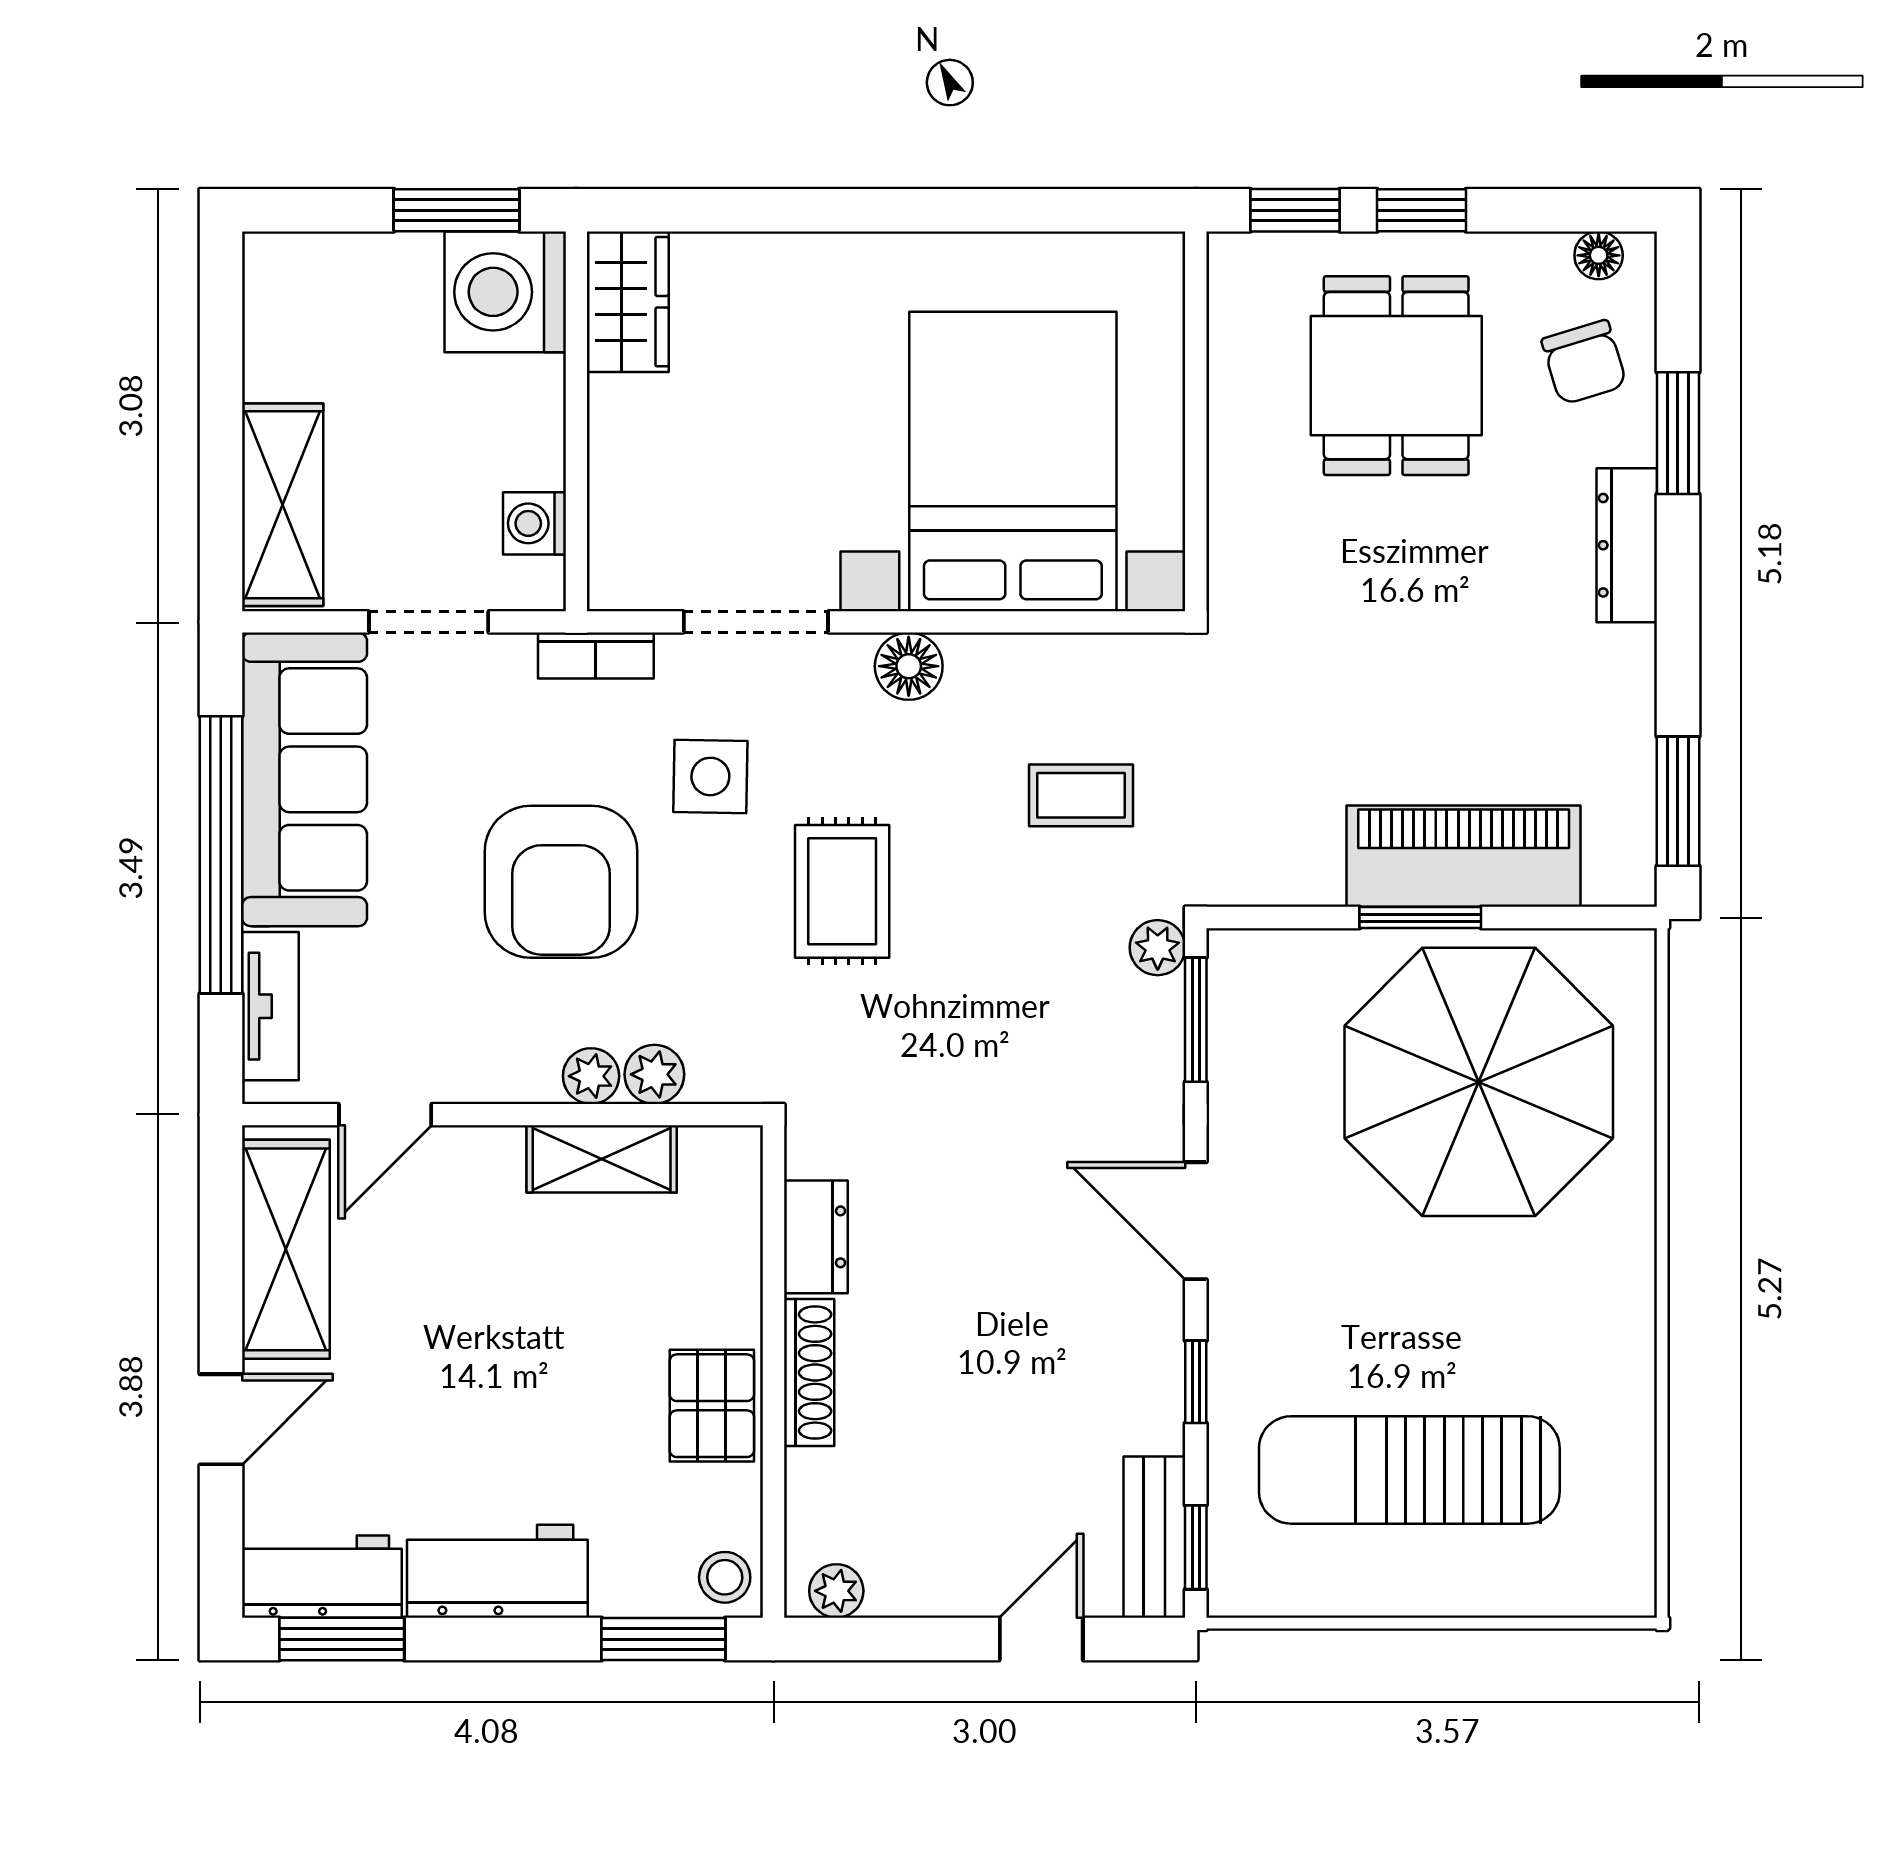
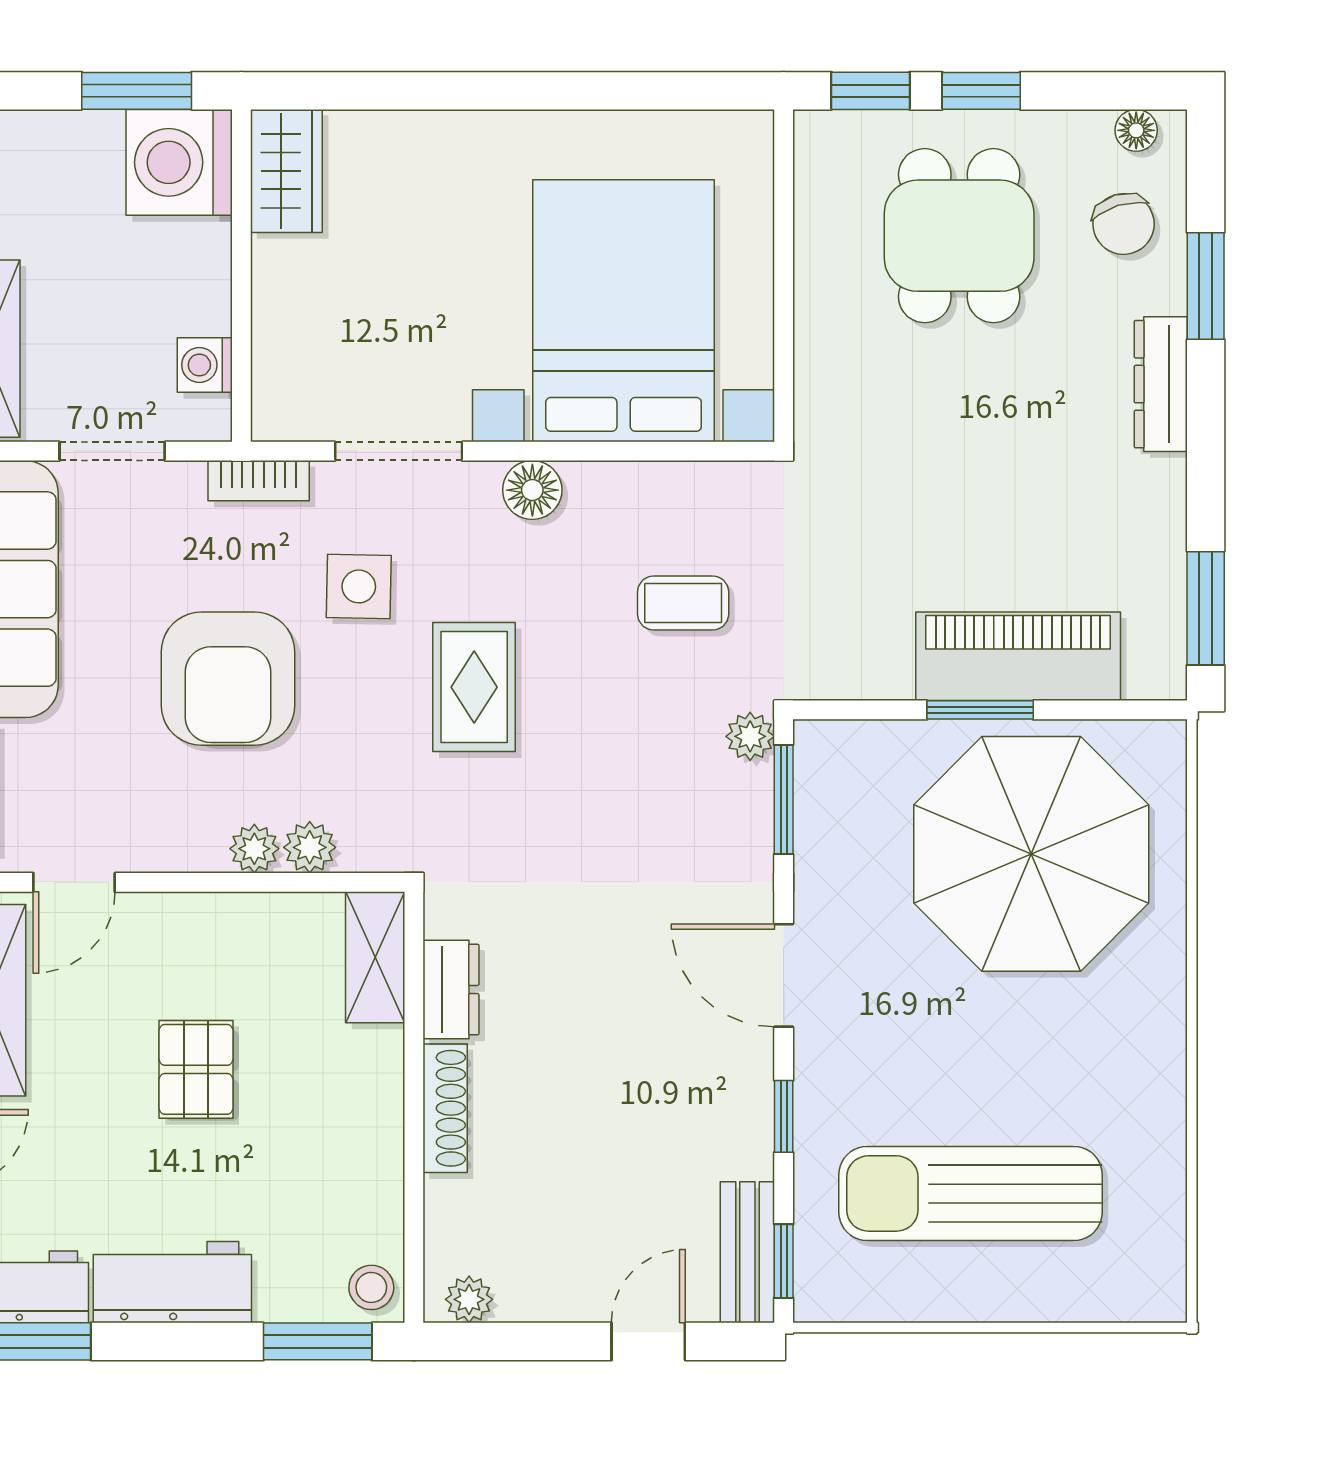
shelving: (602, 1159) -> (375, 957), moved, turned 90
pallet: (712, 1406) -> (196, 1069), moved

